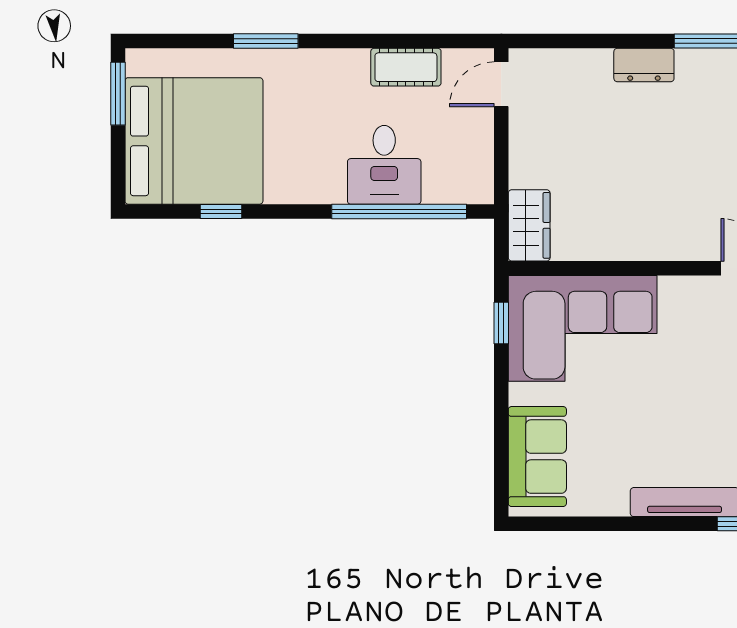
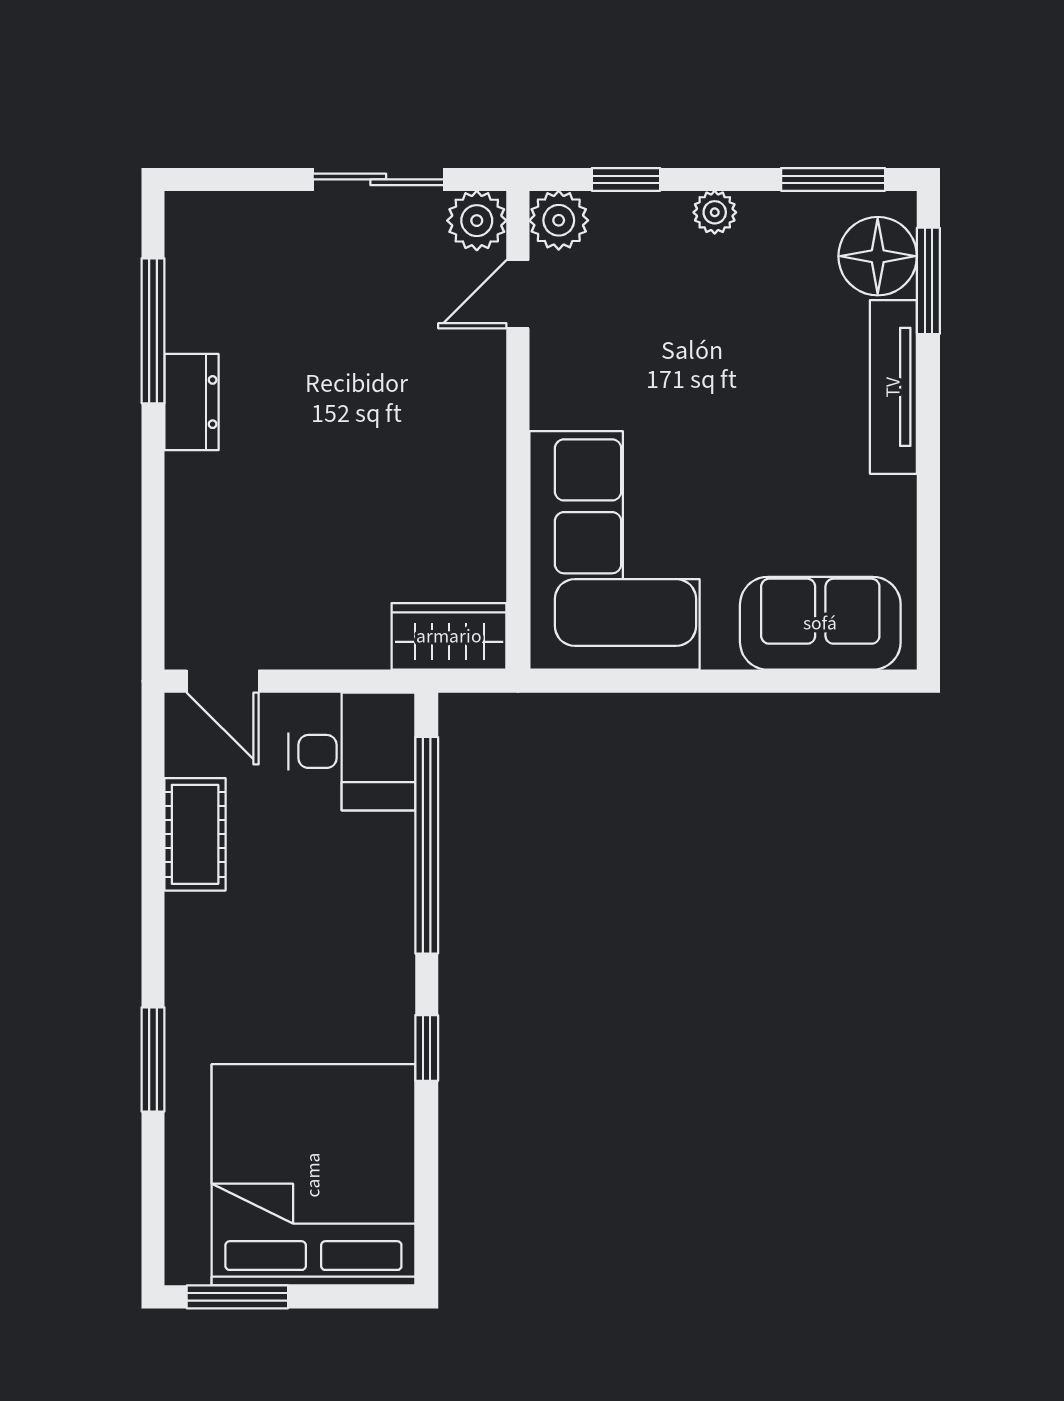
dresser: (644, 65) -> (191, 402), moved
desk: (384, 165) -> (352, 751), moved
window: (221, 211) -> (427, 1048), moved
window: (501, 323) -> (606, 681), removed

